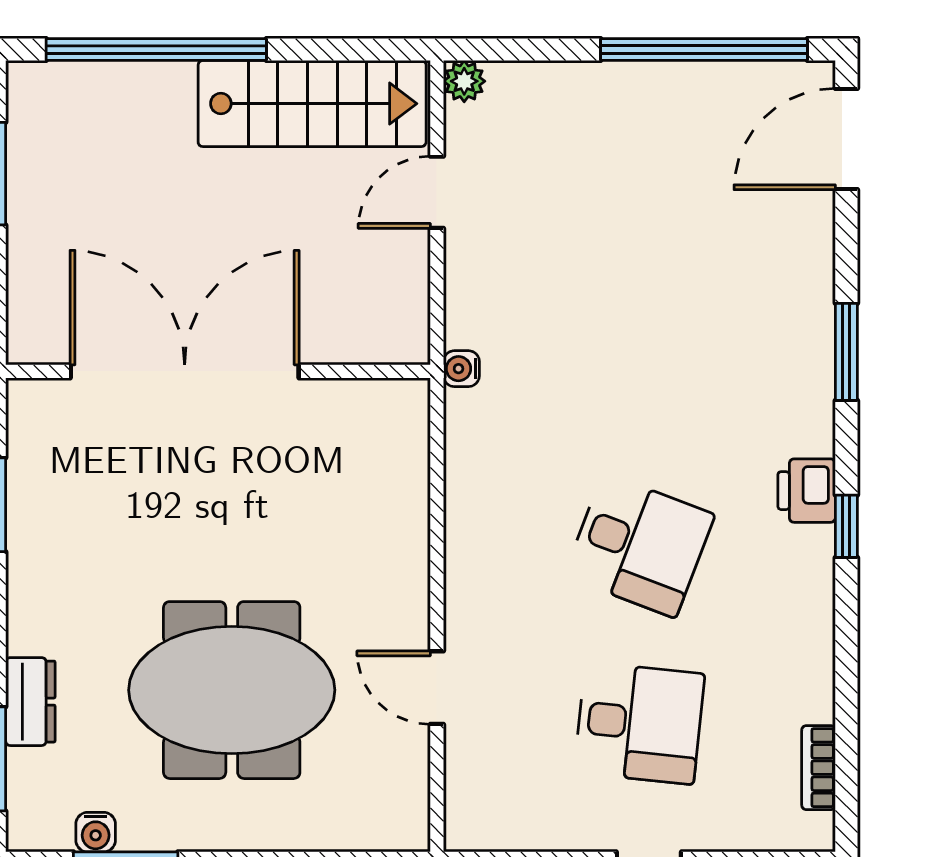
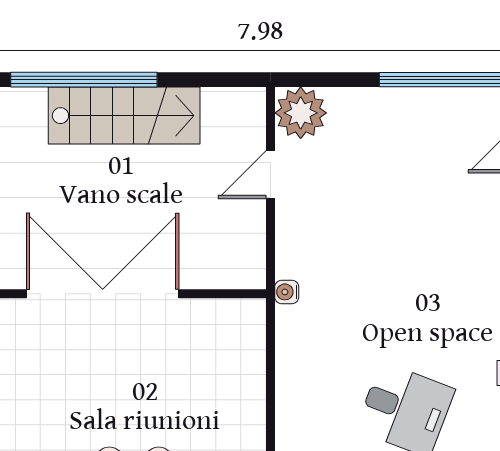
plant: (464, 81) -> (301, 113), width x1.88, depth x1.88
stairs: (312, 104) -> (124, 116), moved

